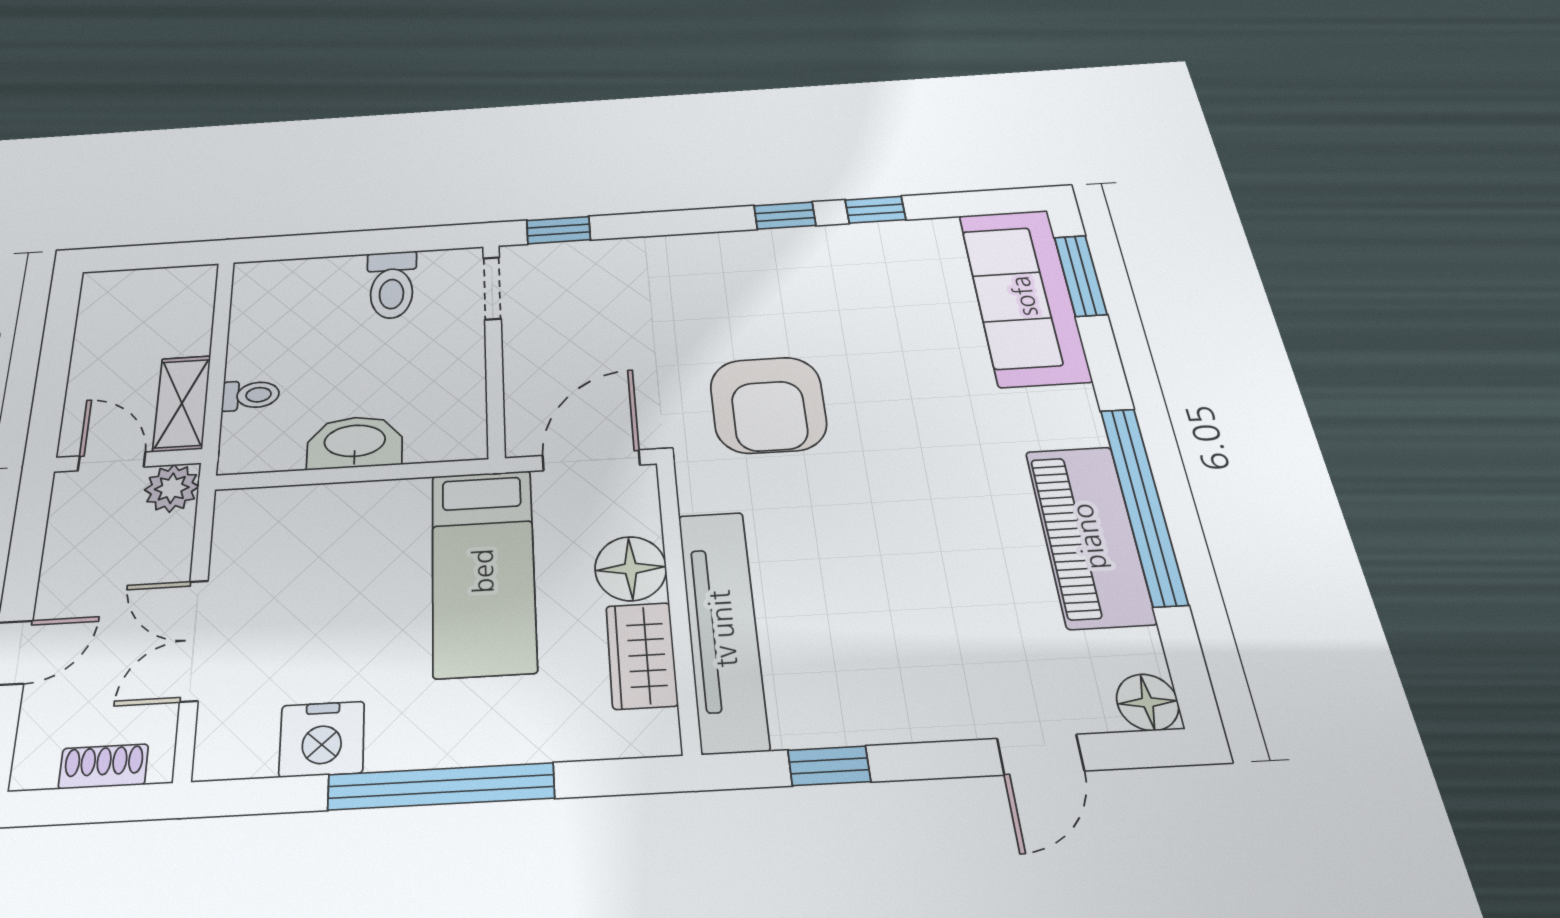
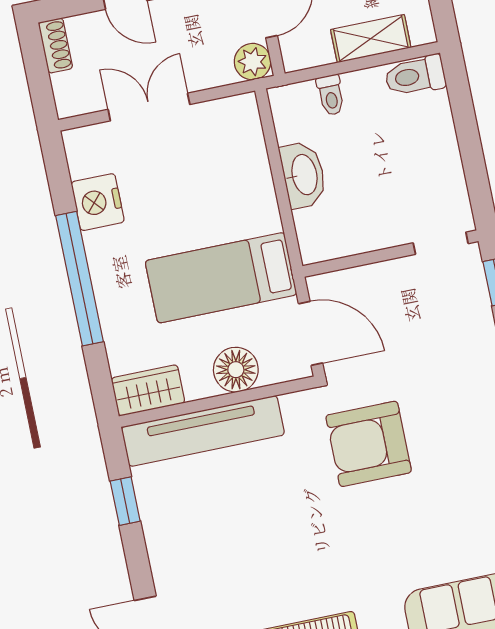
toilet: (392, 285) -> (415, 76), moved
shelving: (182, 403) -> (371, 39), moved
wardrobe: (642, 655) -> (148, 390), moved
shoe rack: (103, 767) -> (55, 46), moved

